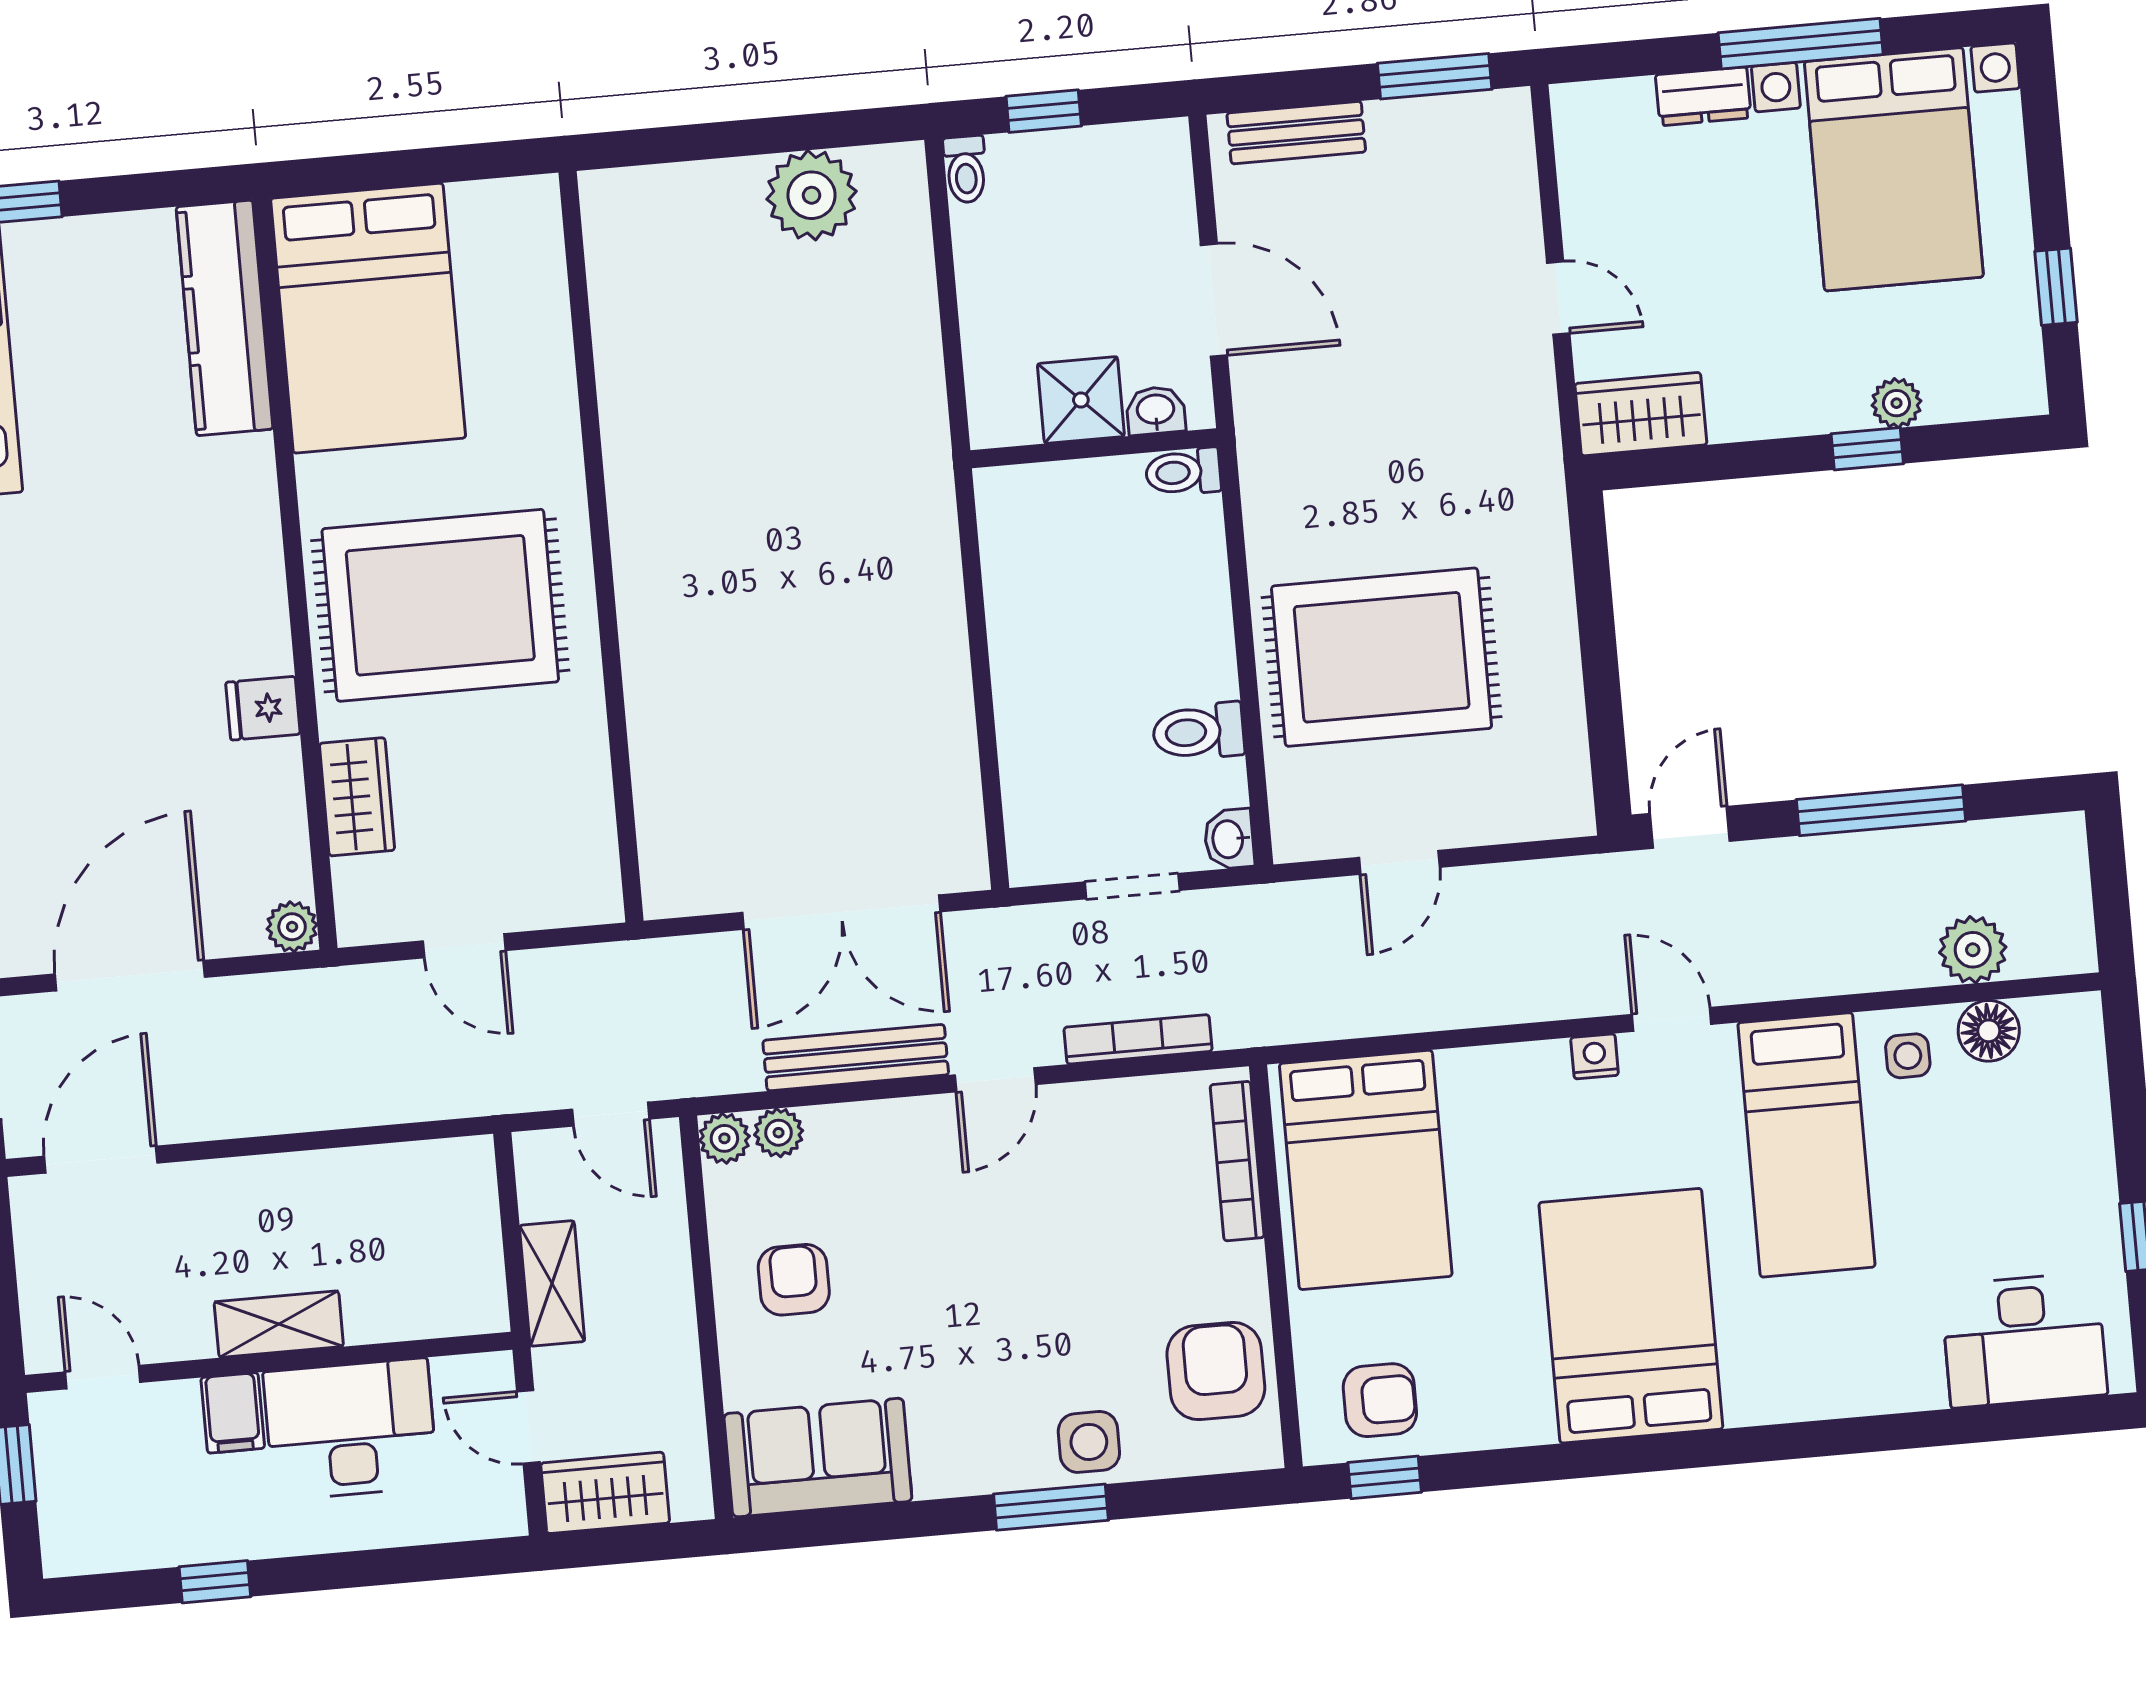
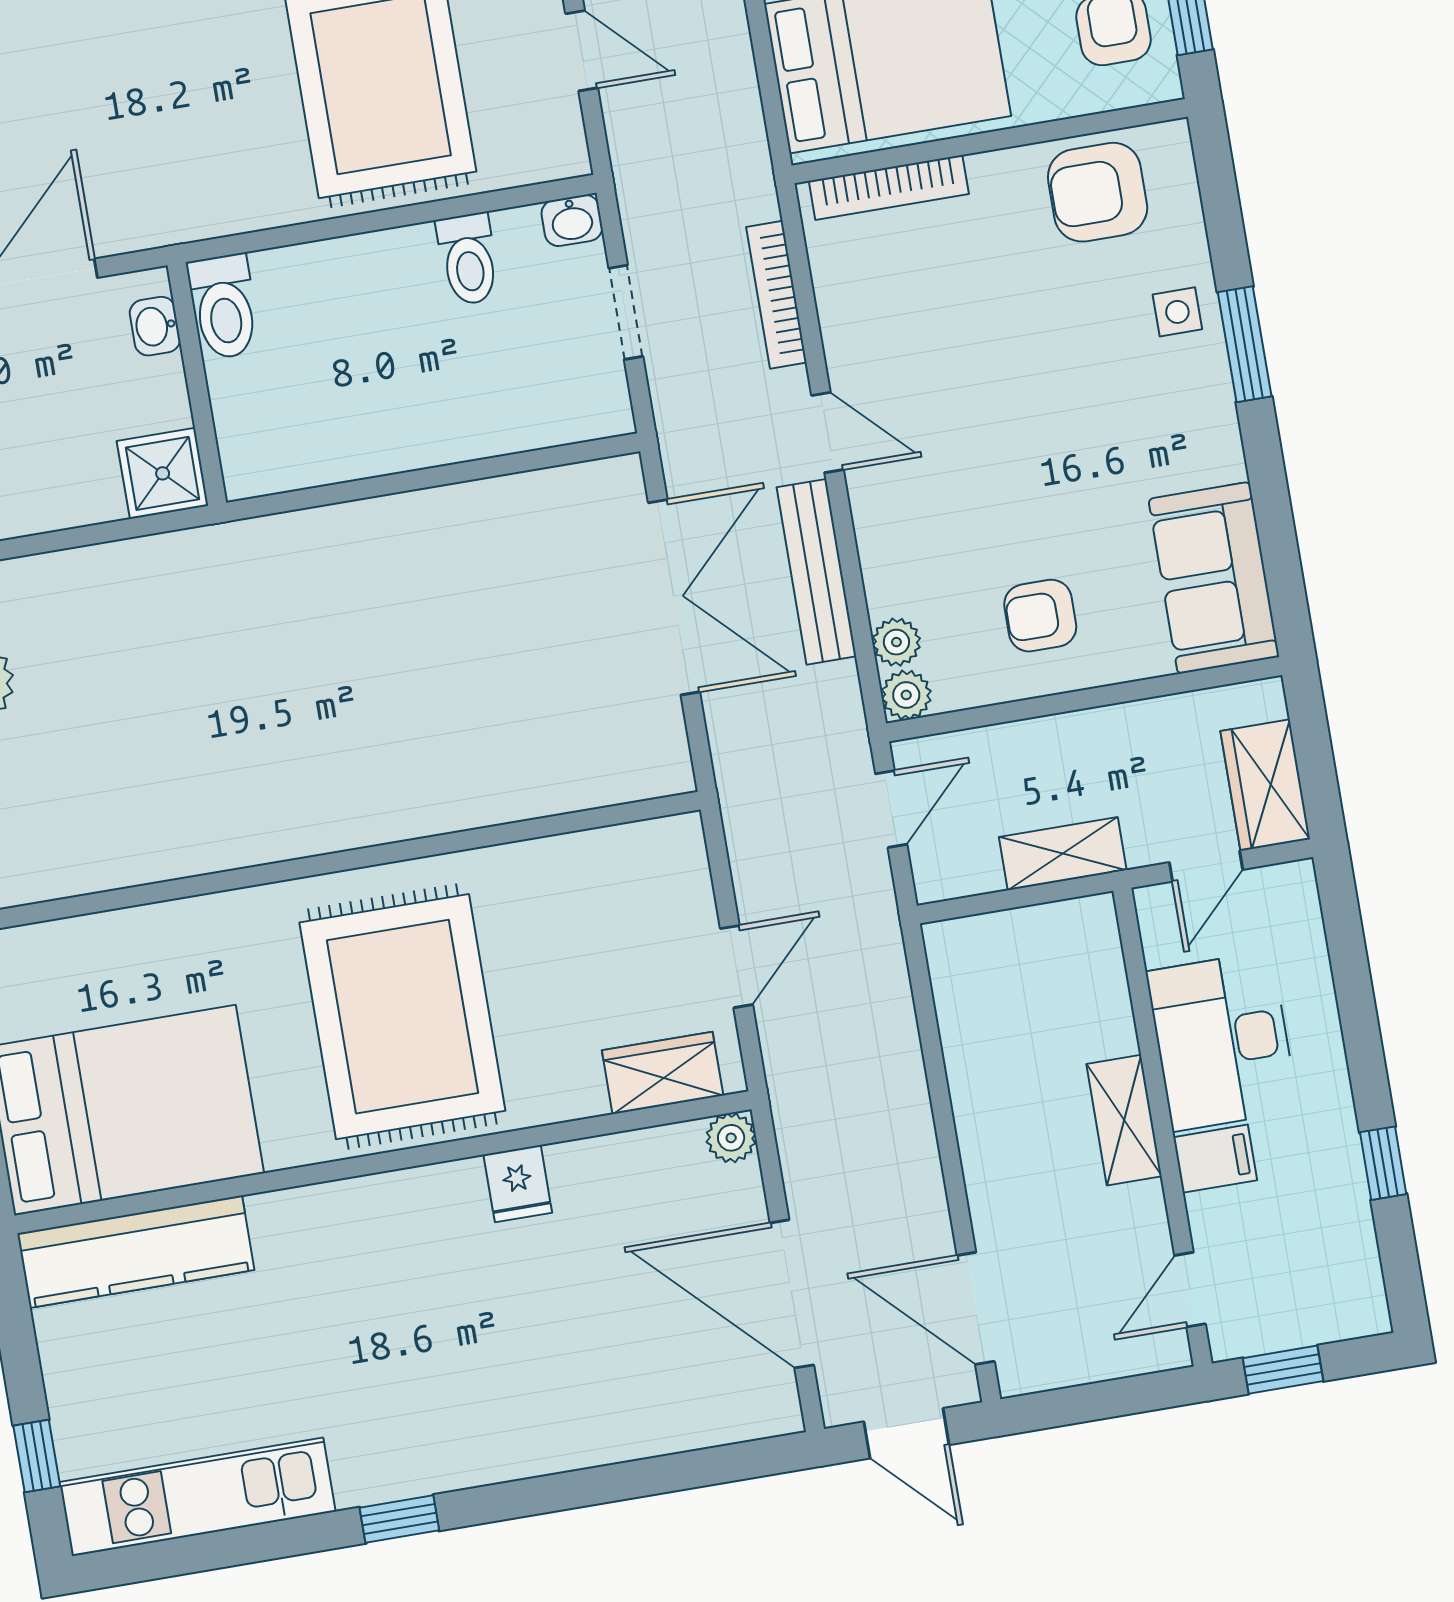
shower: (1081, 400) -> (163, 473), moved
toilet: (1183, 472) -> (224, 307), width x1.37, depth x1.39
wardrobe: (357, 797) -> (663, 1073), moved
side table: (1089, 1442) -> (1177, 312), width x0.73, depth x0.73

